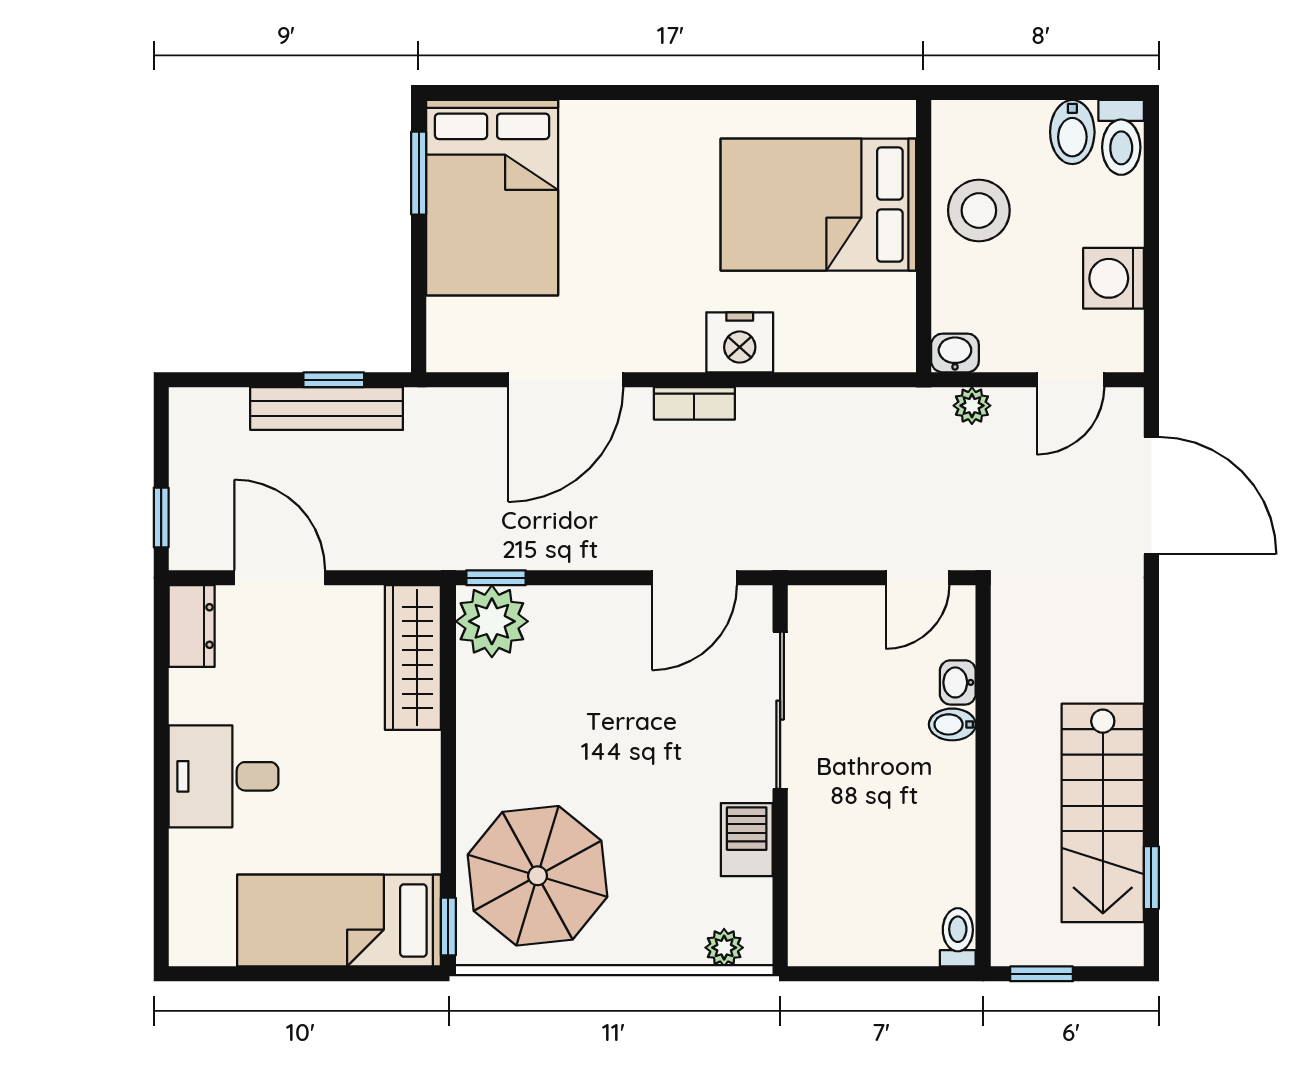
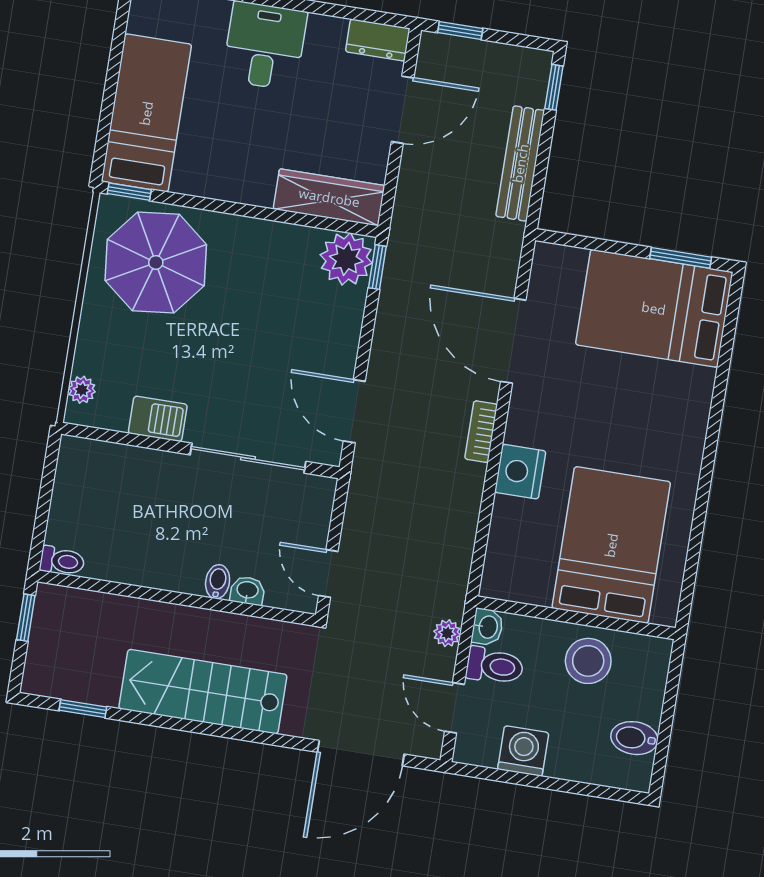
toilet: (1121, 137) -> (495, 666), moved, turned 180
window: (334, 380) -> (554, 87), moved
stairs: (1103, 813) -> (203, 692), moved

